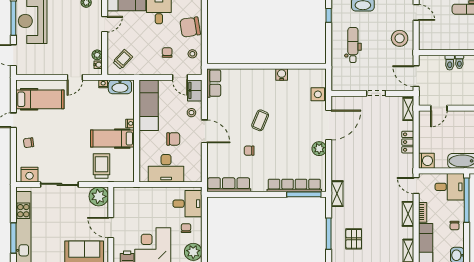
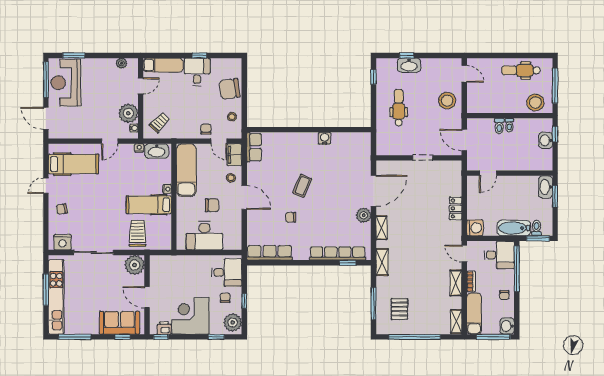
chair: (167, 53) -> (206, 129), moved
plant: (97, 55) -> (128, 113), width x1.87, depth x1.87
side table: (318, 94) -> (362, 159), removed
shelving: (408, 109) -> (381, 228), moved
window: (304, 194) -> (348, 263), width x0.46
window: (204, 231) -> (244, 301), added
window: (13, 238) -> (46, 290), moved

